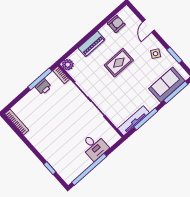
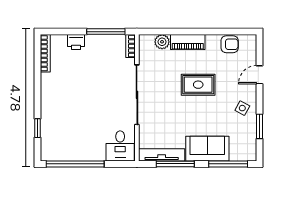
plant: (68, 65) -> (162, 42), moved
sofa: (167, 85) -> (207, 149), moved
printer: (43, 87) -> (76, 42), moved
desk: (94, 147) -> (120, 146), moved

